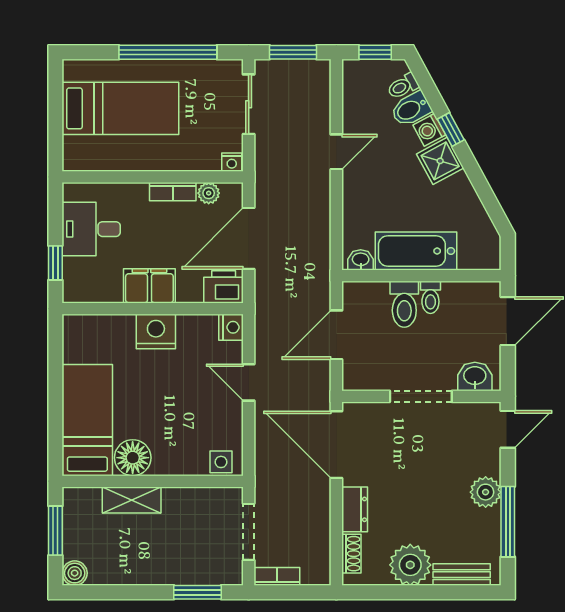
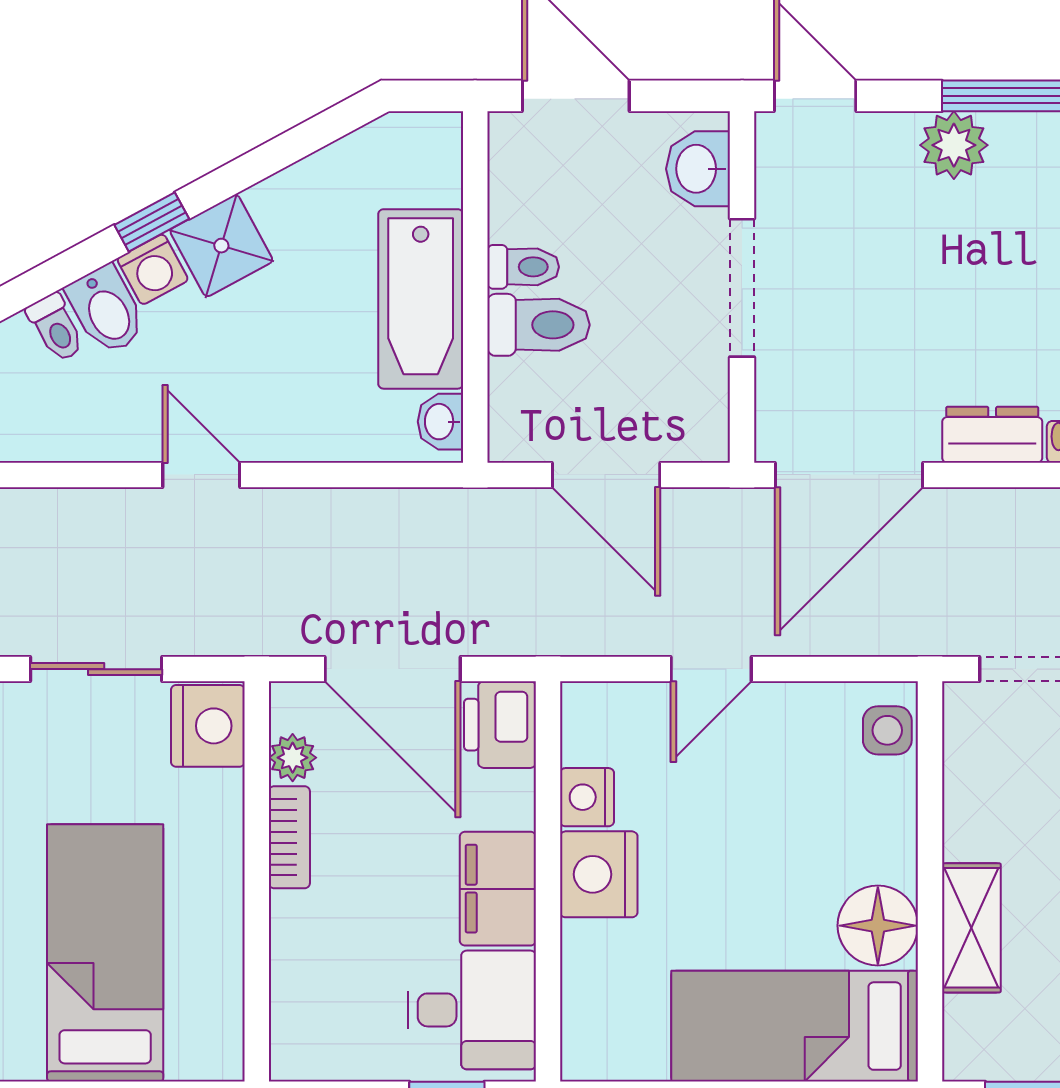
nightstand: (232, 162) -> (208, 726), width x1.89, depth x1.79
desk: (91, 229) -> (472, 1010), moved, turned -90
nightstand: (231, 327) -> (587, 797), moved, turned -90

